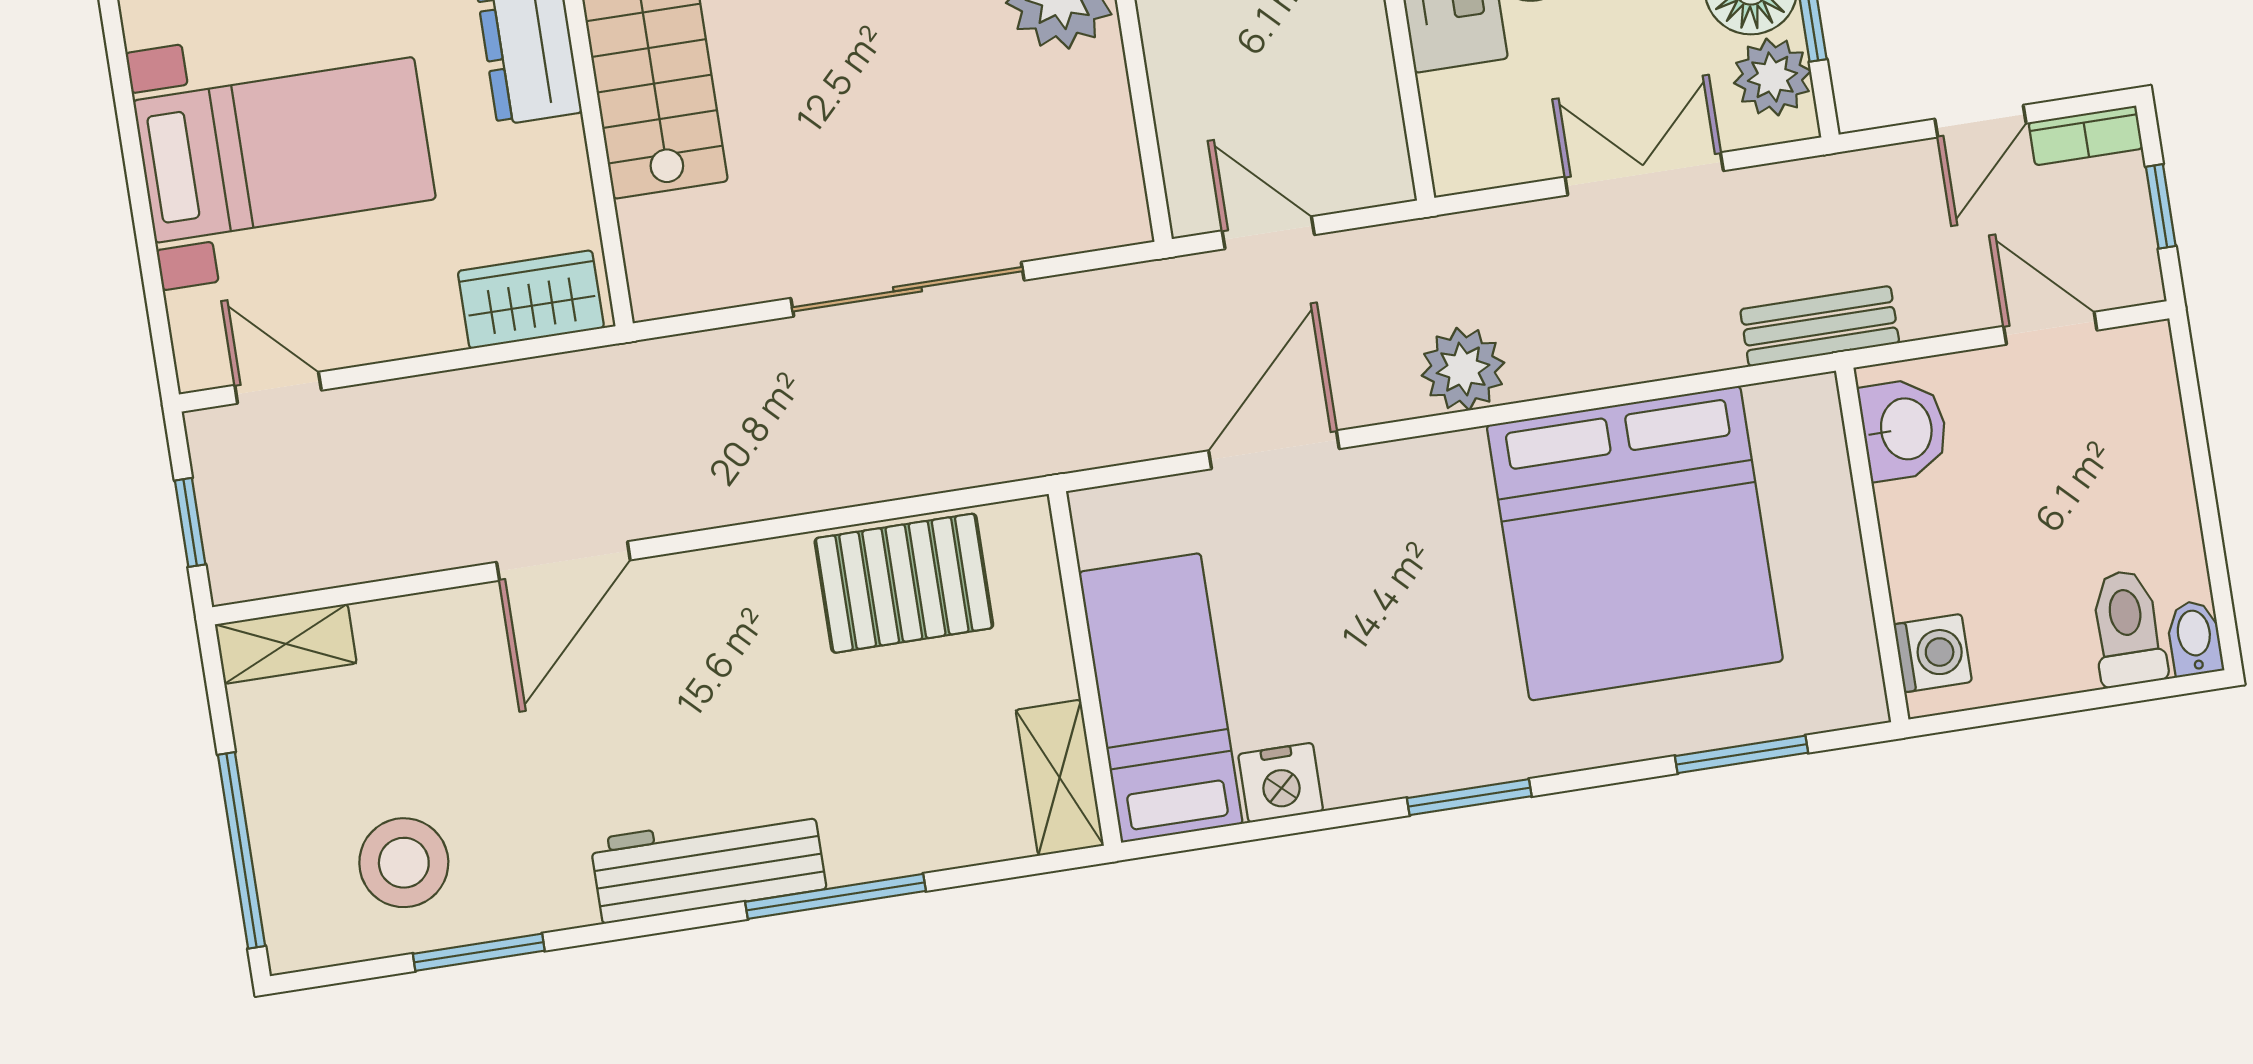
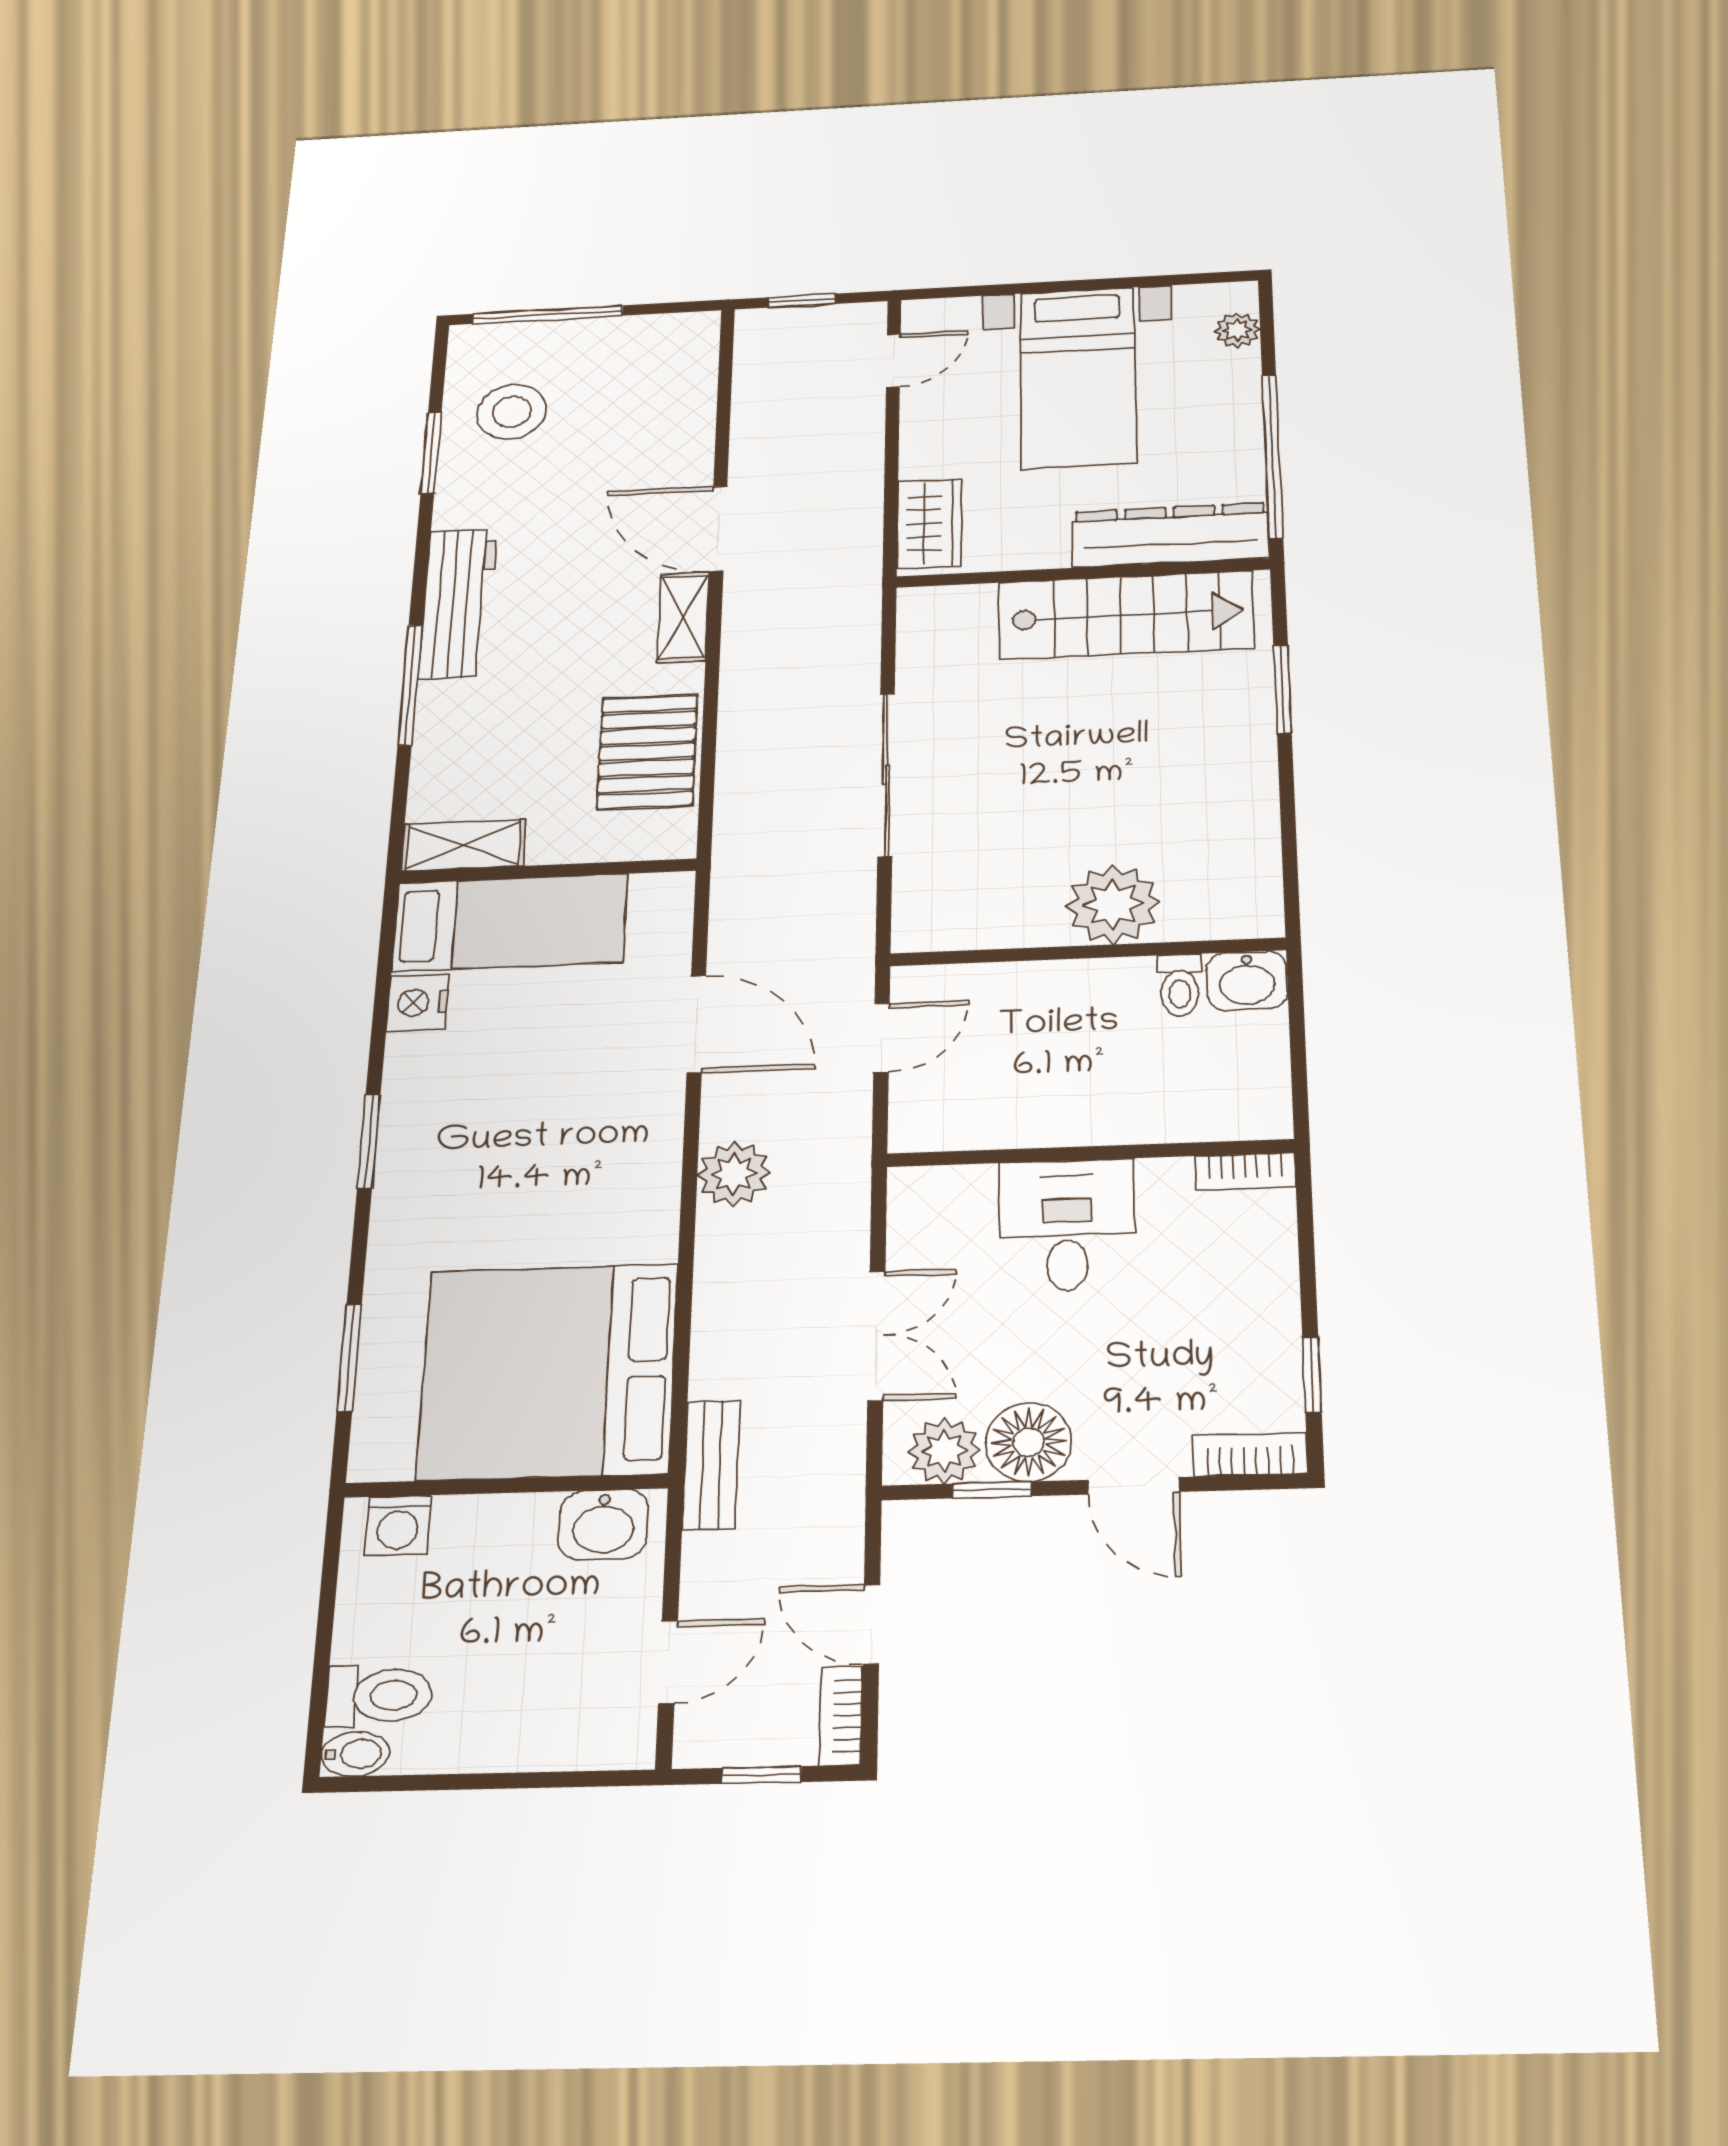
bed: (1635, 543) -> (548, 1371), moved
shelving: (286, 644) -> (683, 617), moved

